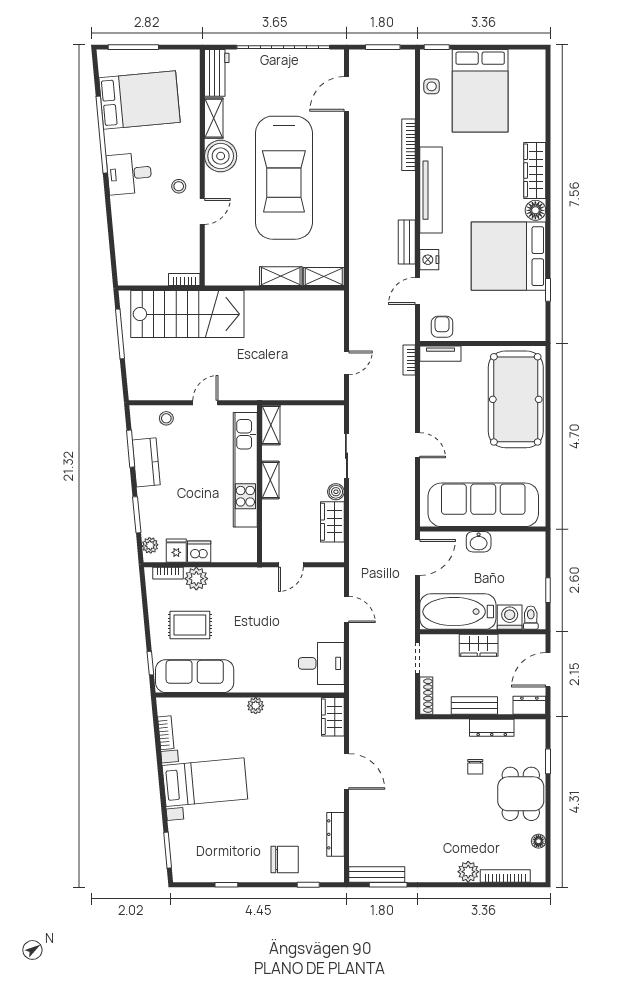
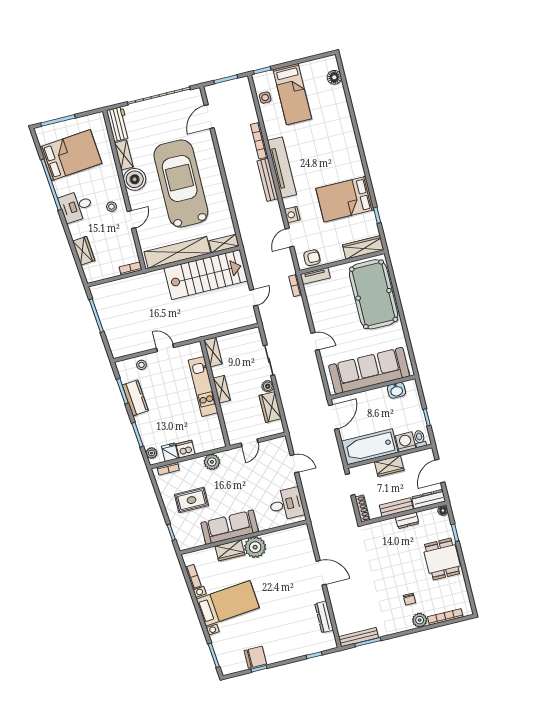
bed: (480, 91) -> (292, 94), width x0.67
wardrobe: (535, 170) -> (363, 247), moved, turned 90
car: (284, 178) -> (181, 183), turned 180
floor lamp: (535, 210) -> (334, 77), moved
wardrobe: (125, 239) -> (84, 251), added
bench: (407, 242) -> (268, 180), moved, width x1.36
bed: (508, 256) -> (345, 199), width x0.73
shelving: (281, 276) -> (177, 252), width x2.20, depth x1.33
stairs: (187, 314) -> (206, 275), moved
armchair: (442, 327) -> (312, 258), turned 90
door: (205, 403) -> (165, 348), hinge flipped
kitchen unit: (245, 470) -> (203, 386), width x0.73
washbasin: (479, 542) -> (396, 390), moved
plant: (196, 579) -> (212, 462), moved
sofa: (195, 676) -> (230, 527), moved
dresser: (529, 705) -> (428, 499), width x1.44
plant: (256, 706) -> (255, 547), width x1.87, depth x1.87
wardrobe: (333, 717) -> (230, 550), moved, turned -90
dresser: (492, 728) -> (407, 520), width x0.70
chair: (475, 767) -> (409, 599), moved
floor lamp: (538, 841) -> (443, 511), moved
chair: (285, 859) -> (255, 657), moved

